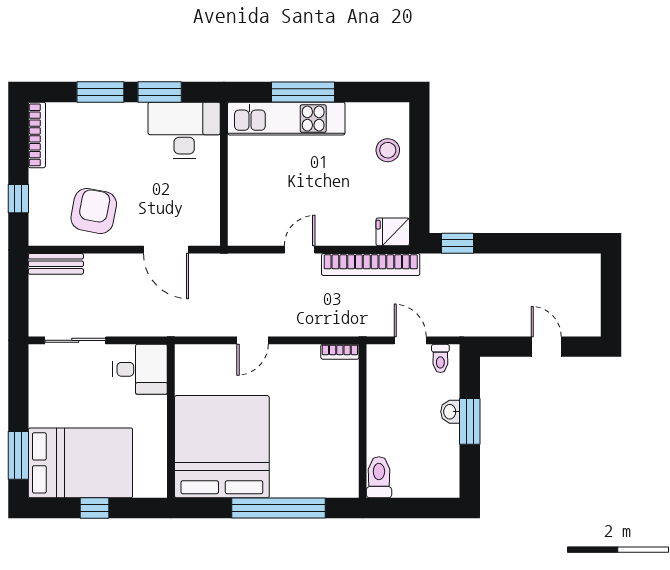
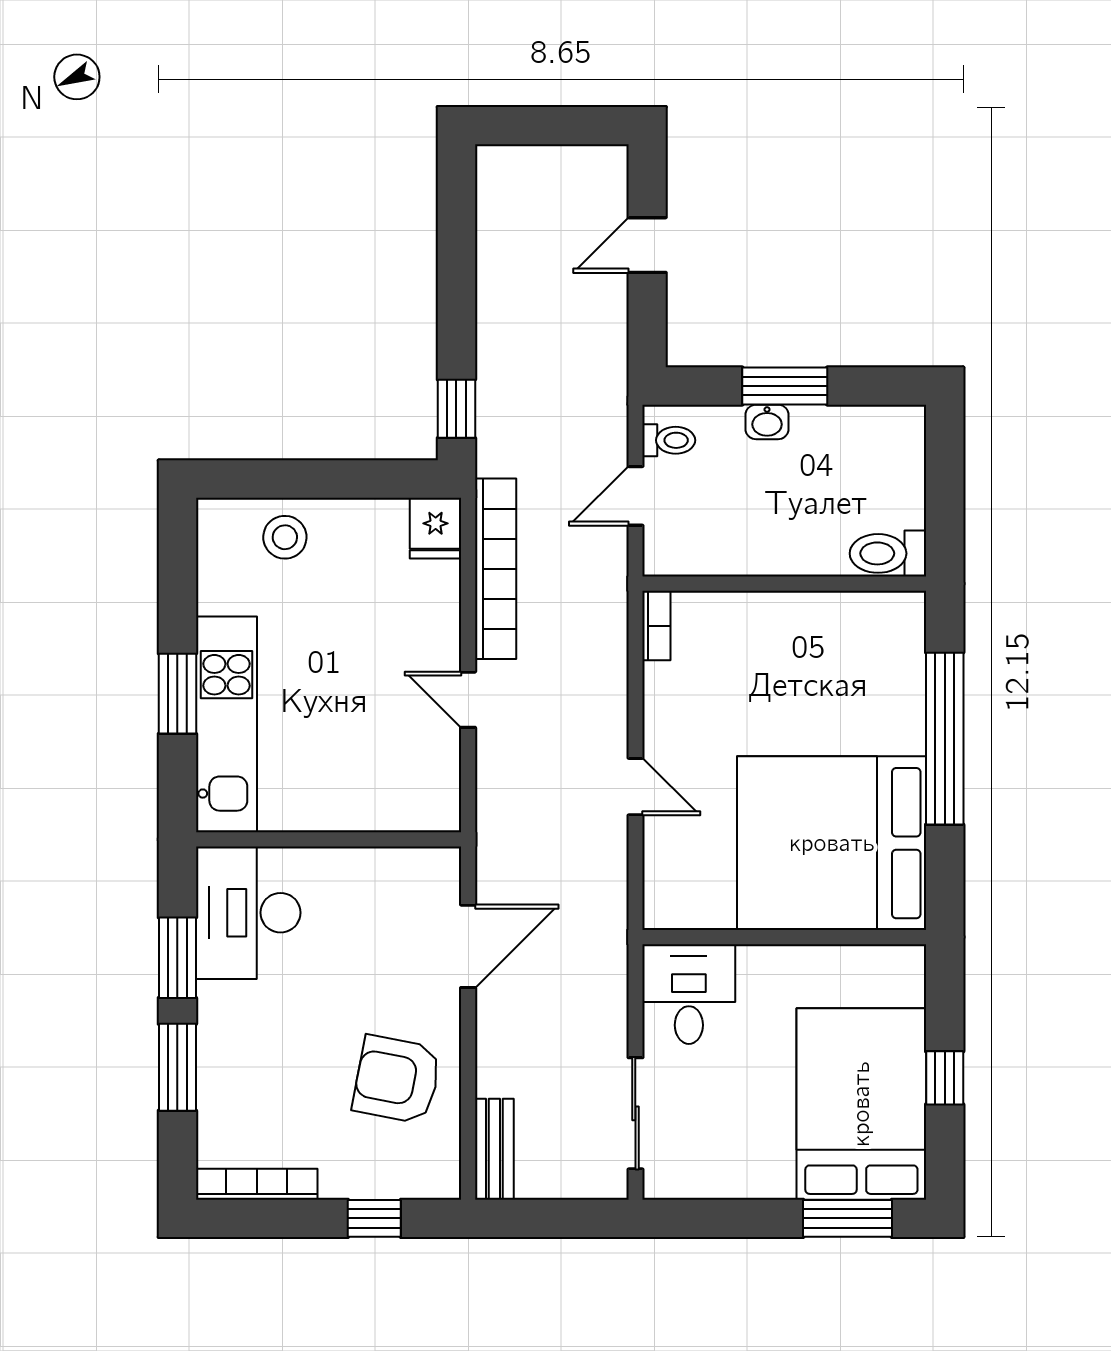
window: (303, 92) -> (177, 694), width x0.69

